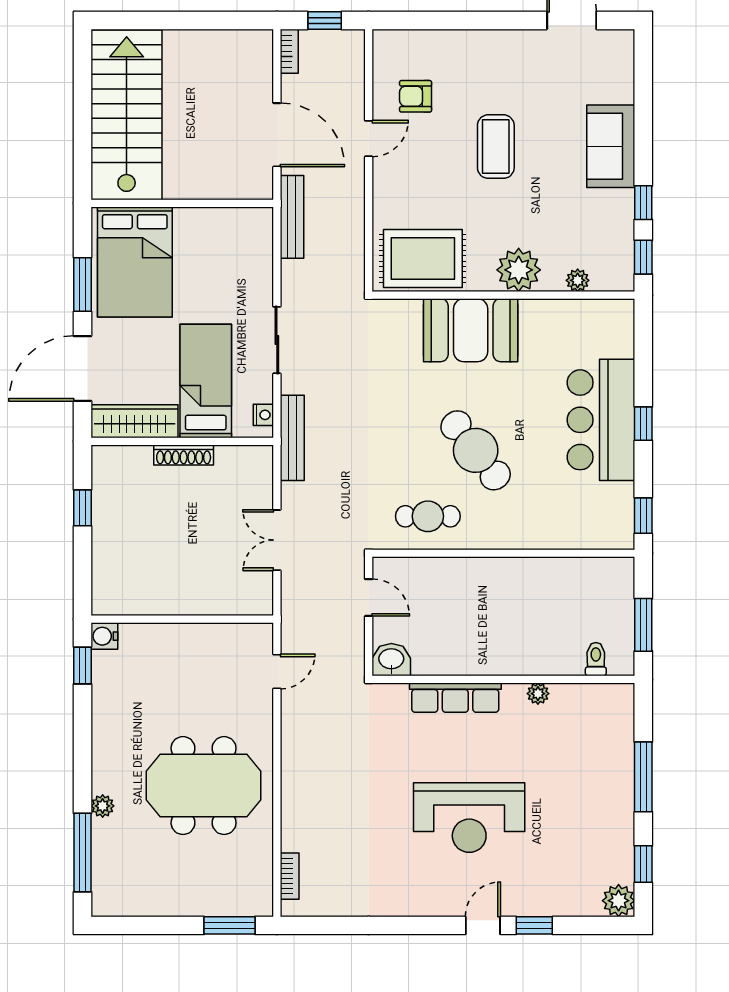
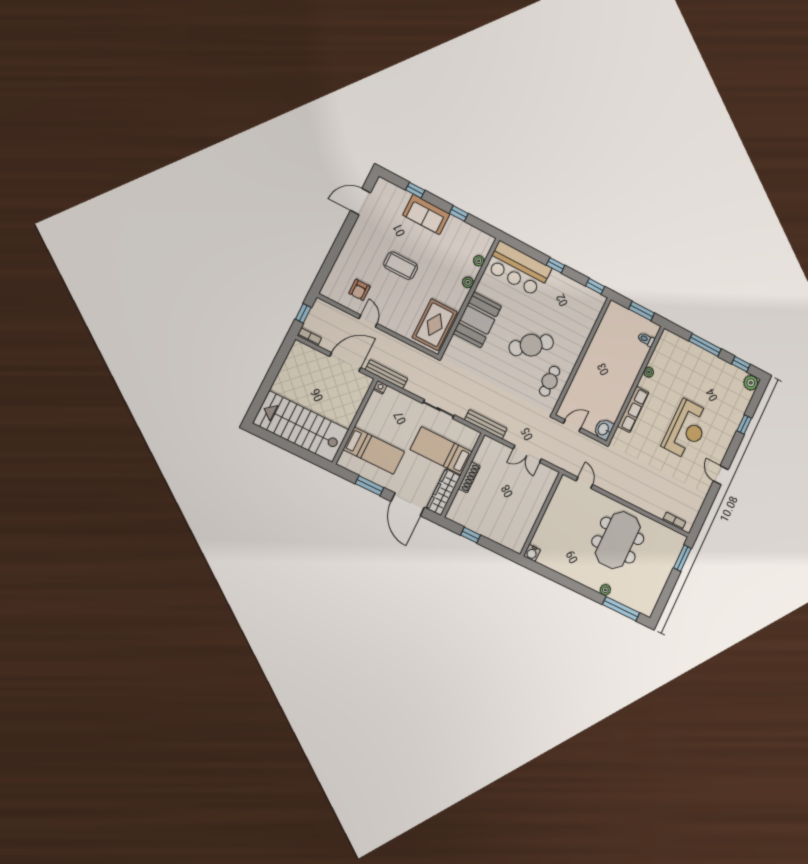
window: (643, 257) -> (415, 190), moved
bed: (135, 262) -> (374, 451), width x0.67
plant: (519, 270) -> (468, 282), width x0.53, depth x0.53
nightstand: (263, 415) -> (380, 387), moved
bar counter: (601, 420) -> (519, 269), moved
window: (82, 665) -> (540, 569), removed
door: (483, 925) -> (721, 475), moved

